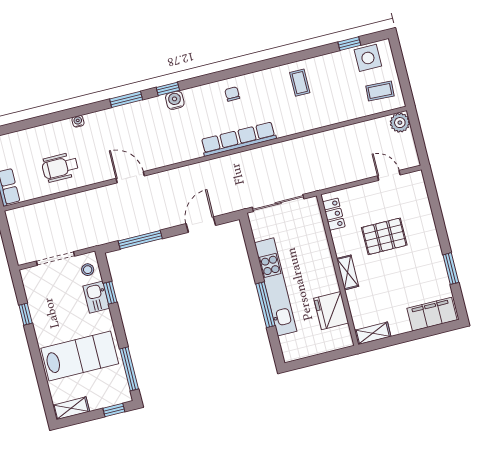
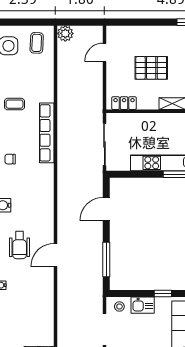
row of seats: (238, 139) -> (47, 133), moved
wheelchair: (60, 167) -> (20, 245), moved
door: (201, 225) -> (106, 209), hinge flipped
pallet: (384, 236) -> (151, 68), turned 90
window: (110, 293) -> (163, 293), moved

